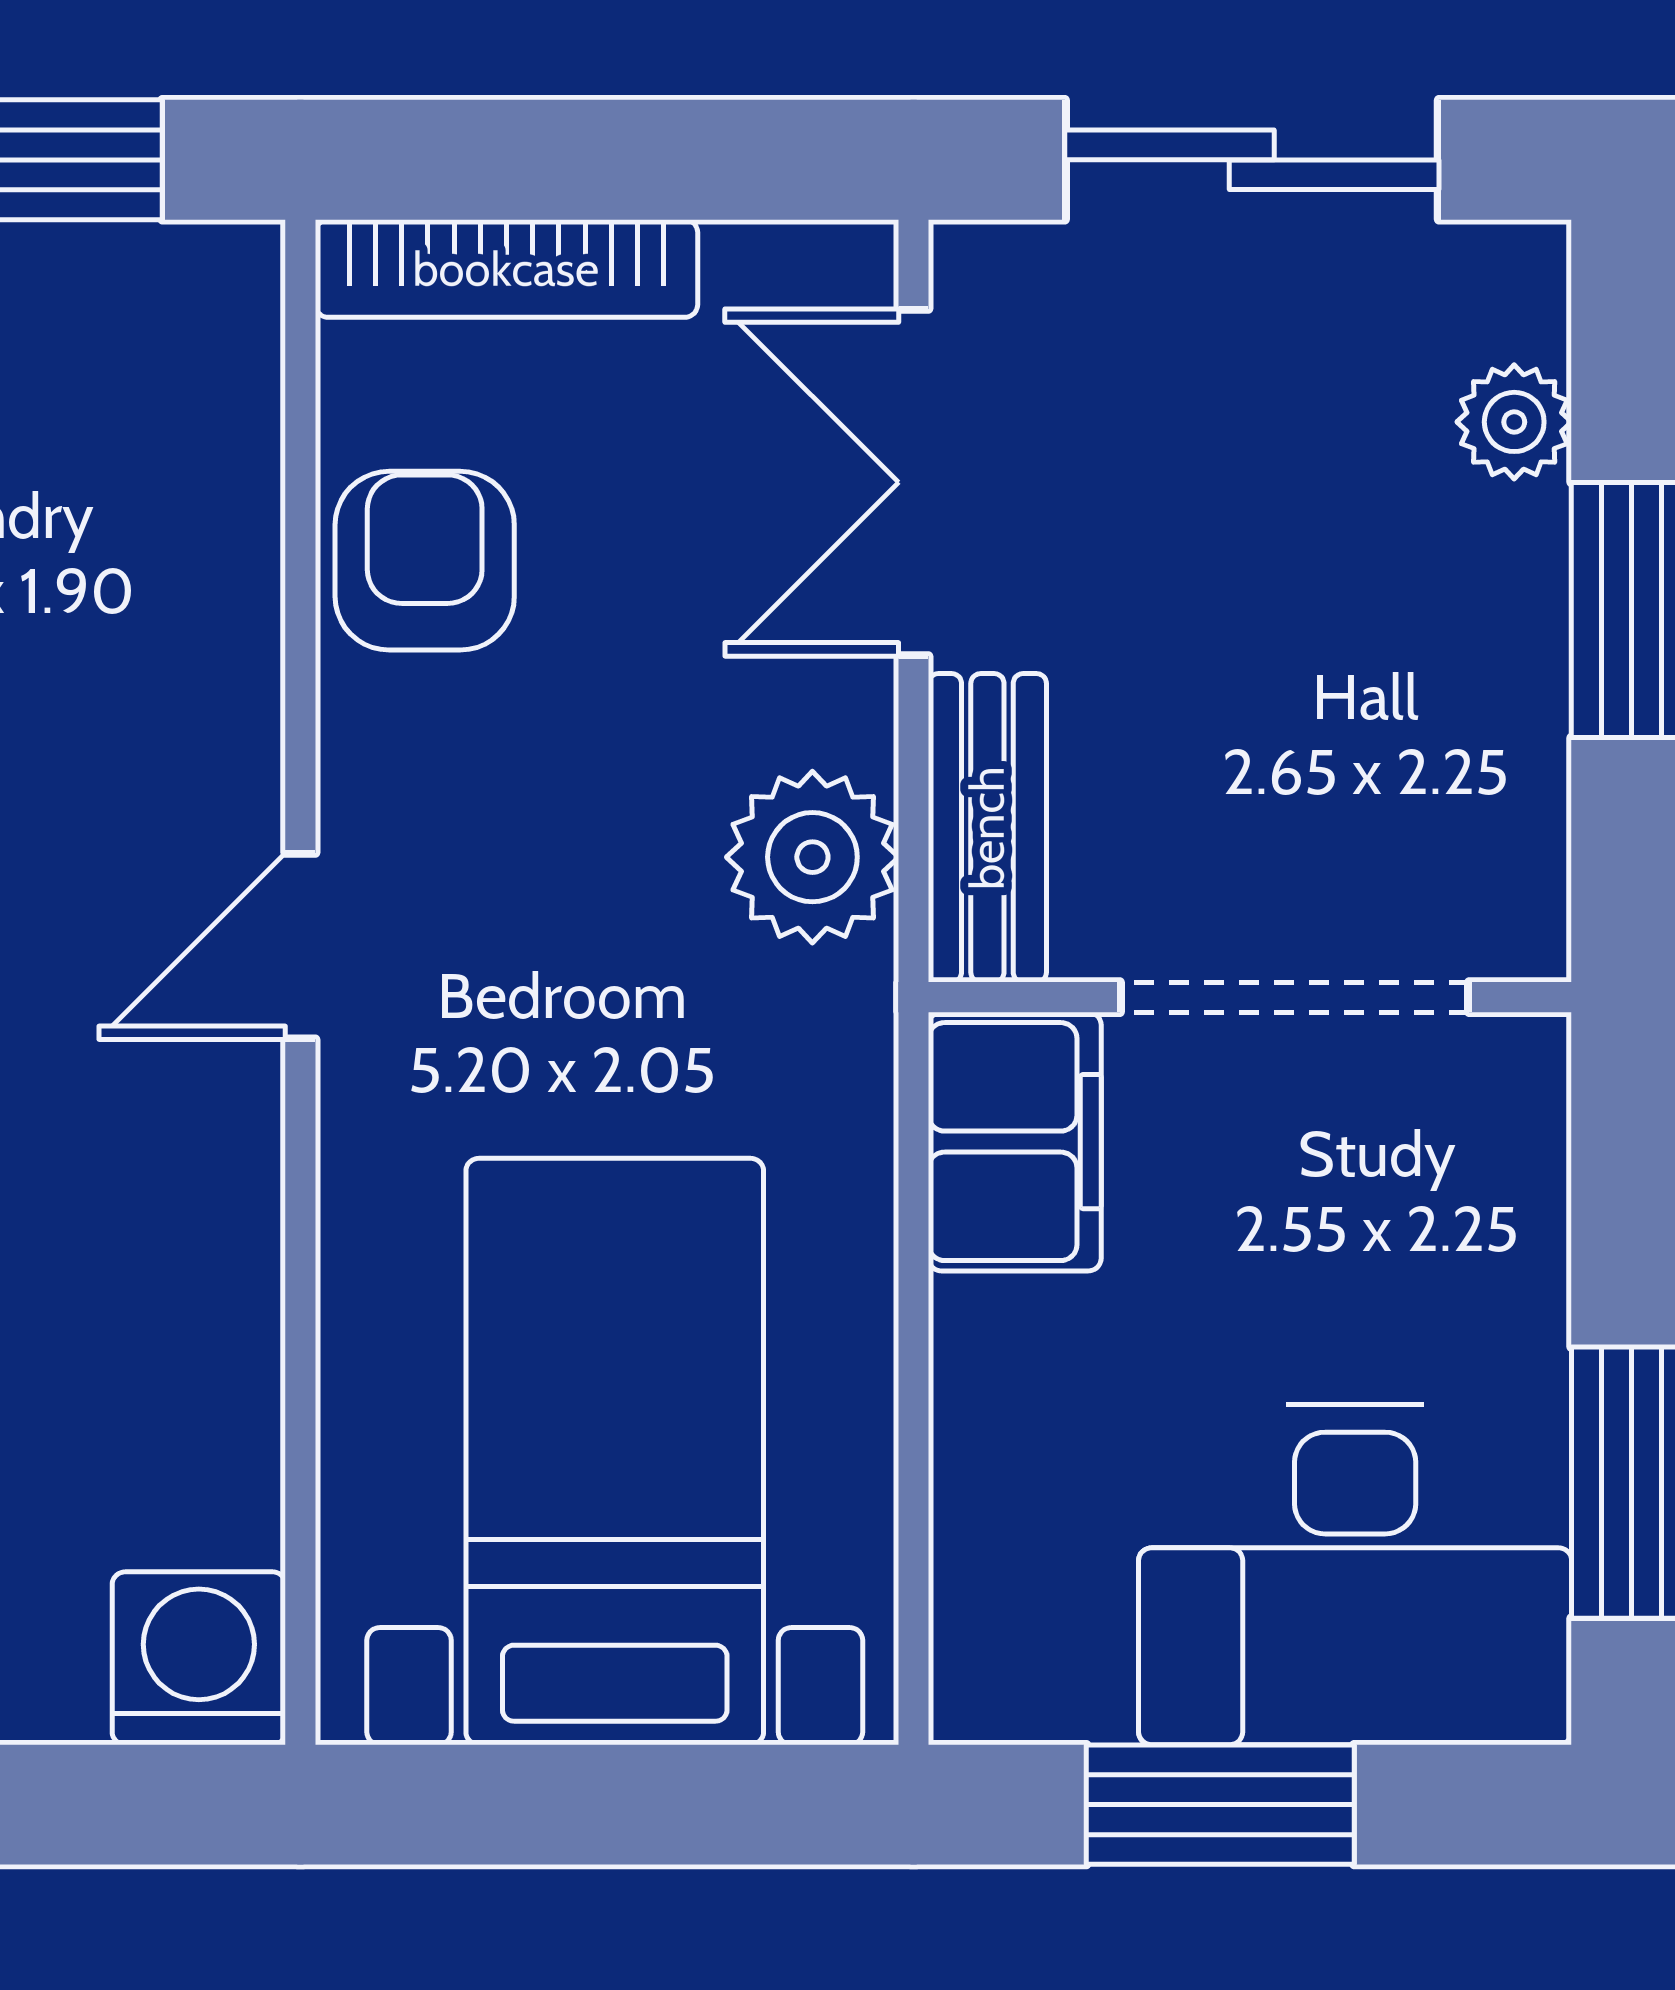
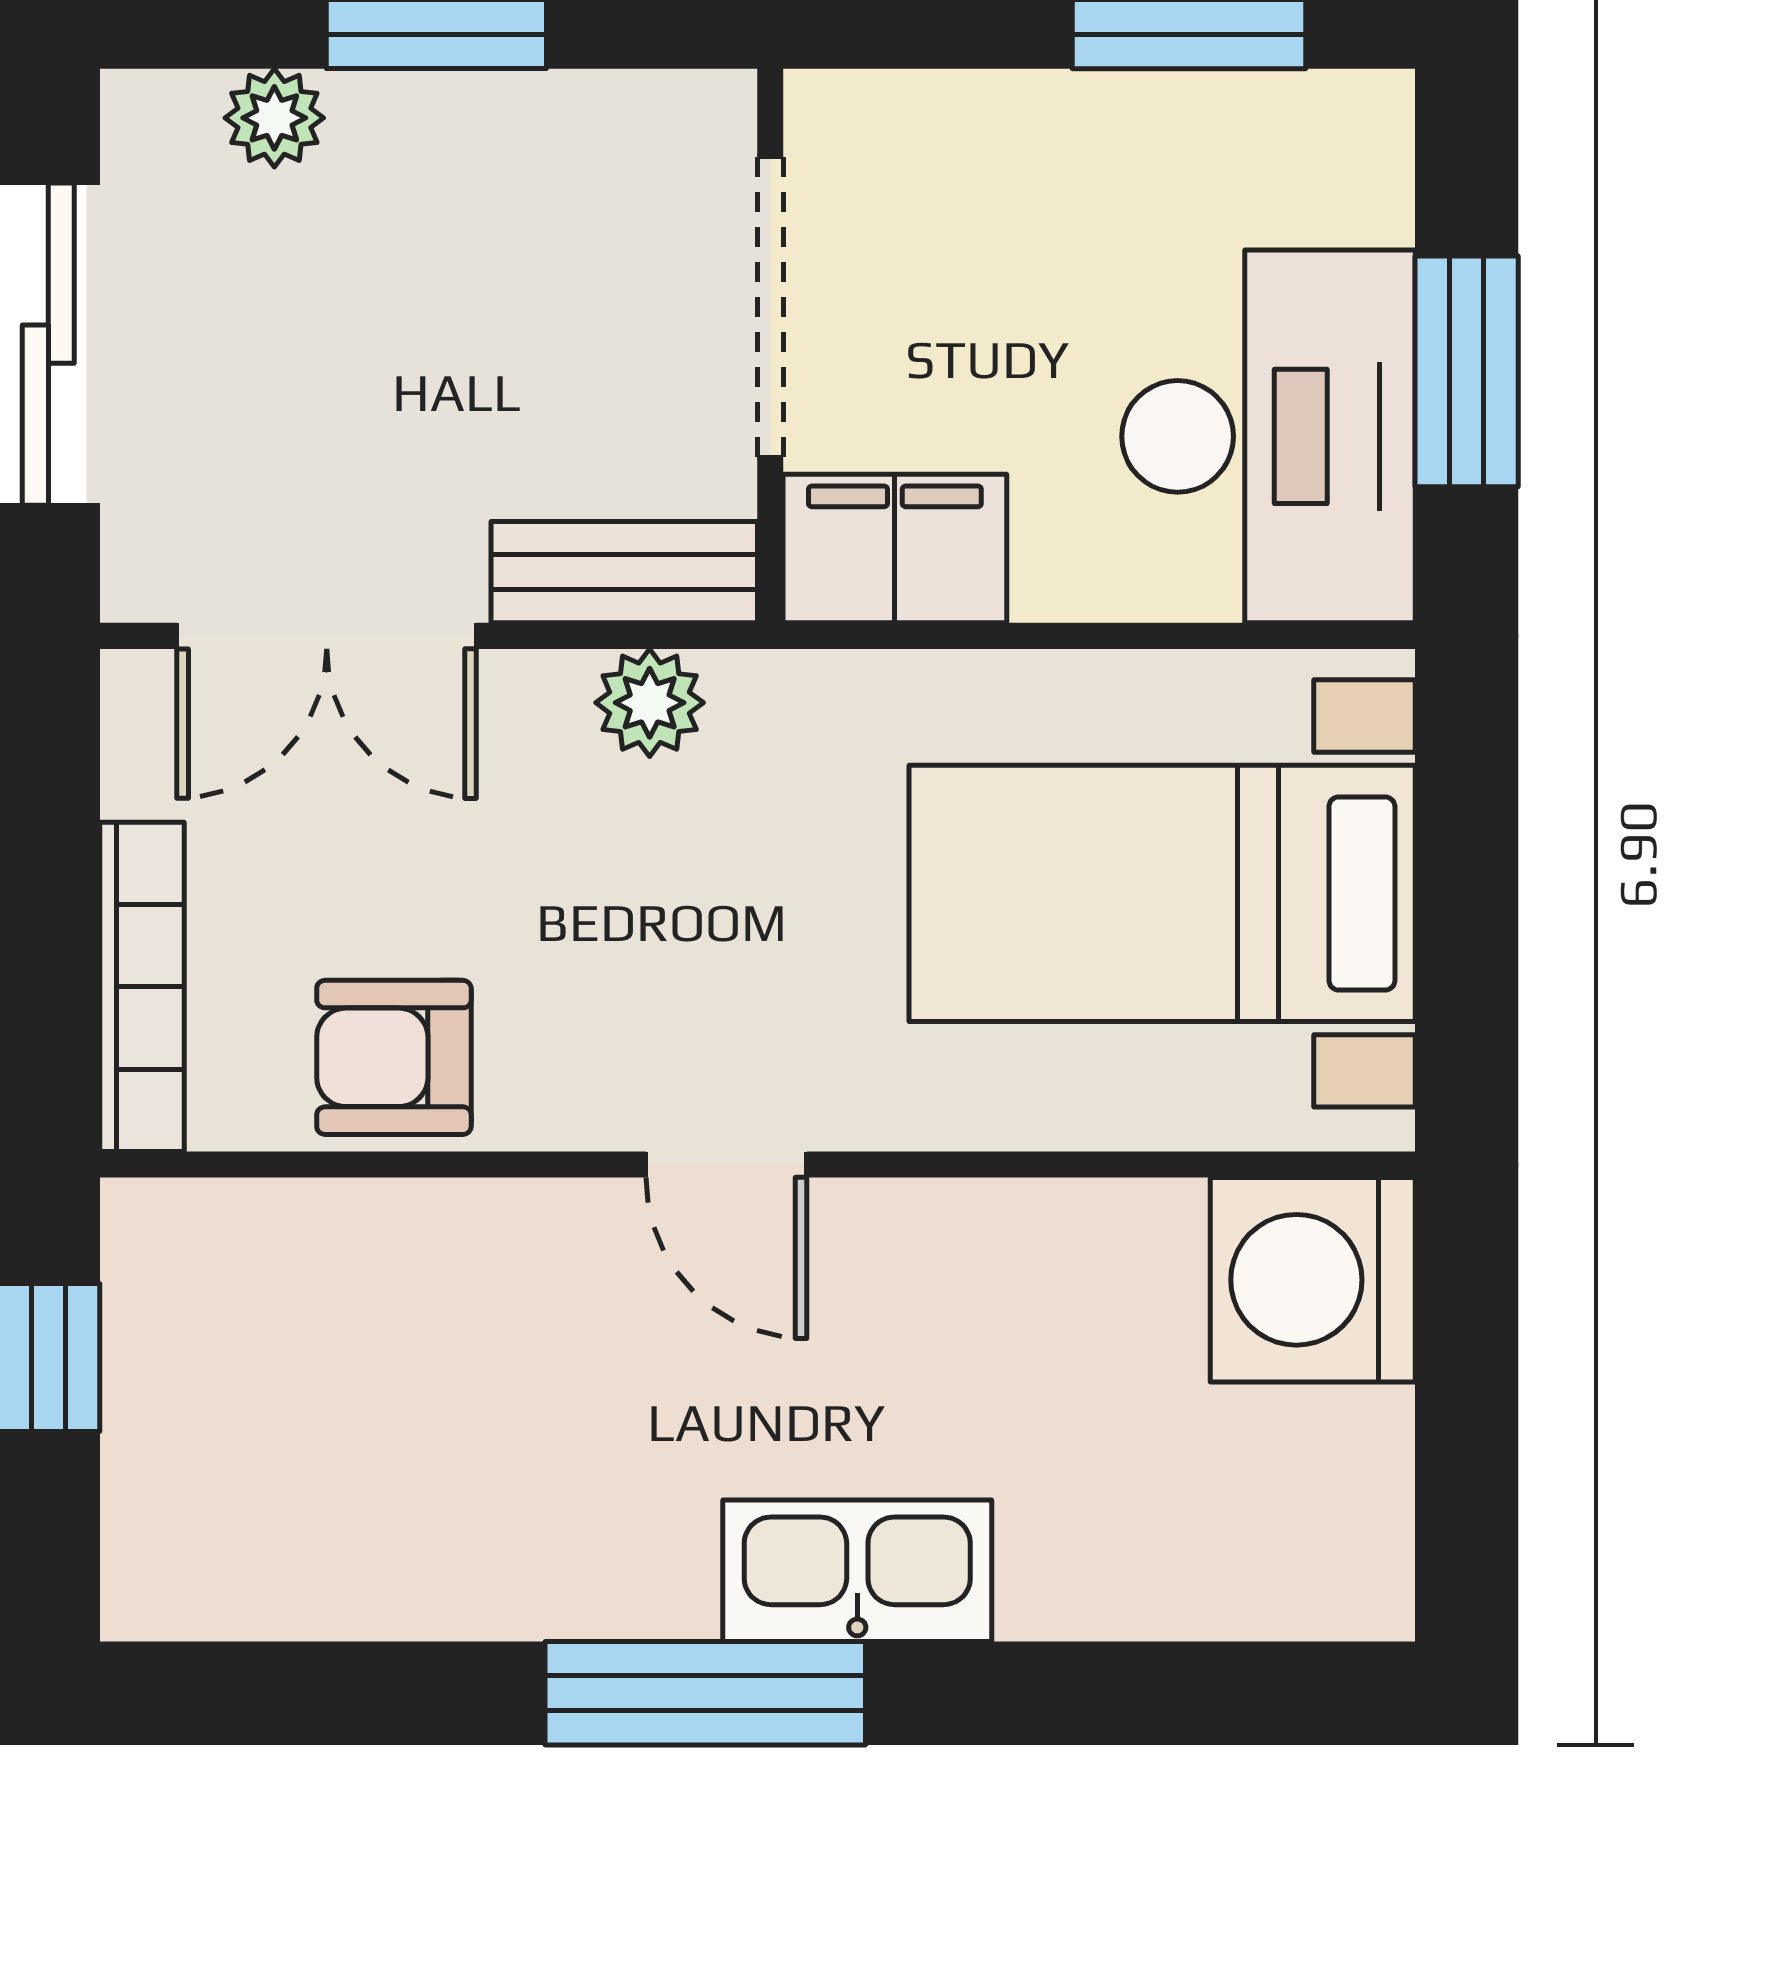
plant: (812, 857) -> (650, 703), width x0.73, depth x0.73
desk: (1355, 1575) -> (1268, 436), moved
washing machine: (199, 1658) -> (1313, 1280), width x1.37, depth x1.37

